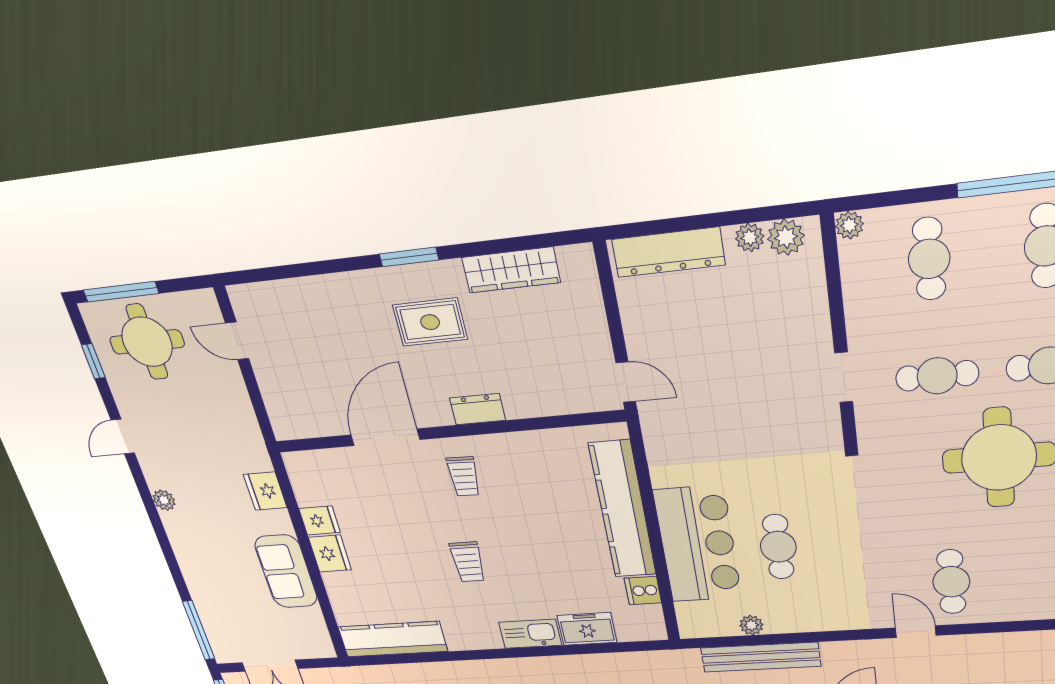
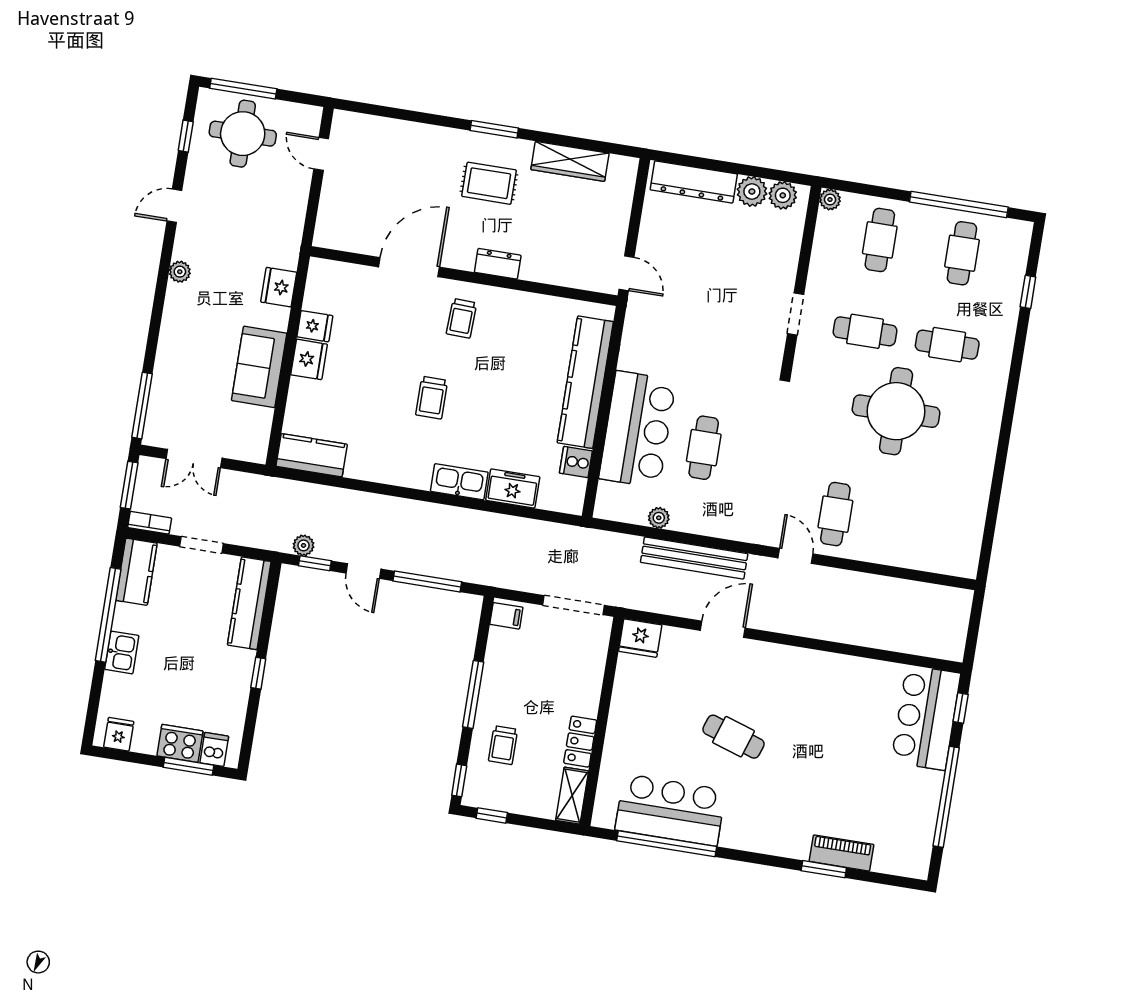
plant: (750, 237) -> (752, 192), width x1.38, depth x1.38
kitchen counter: (393, 639) -> (312, 455), width x0.67
bench: (761, 657) -> (694, 558), moved

